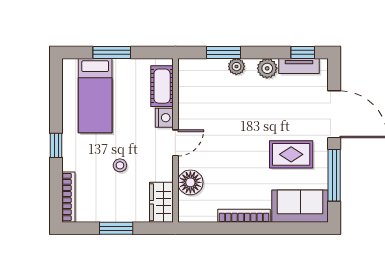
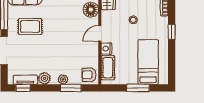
armchair: (193, 74) -> (89, 75), added

